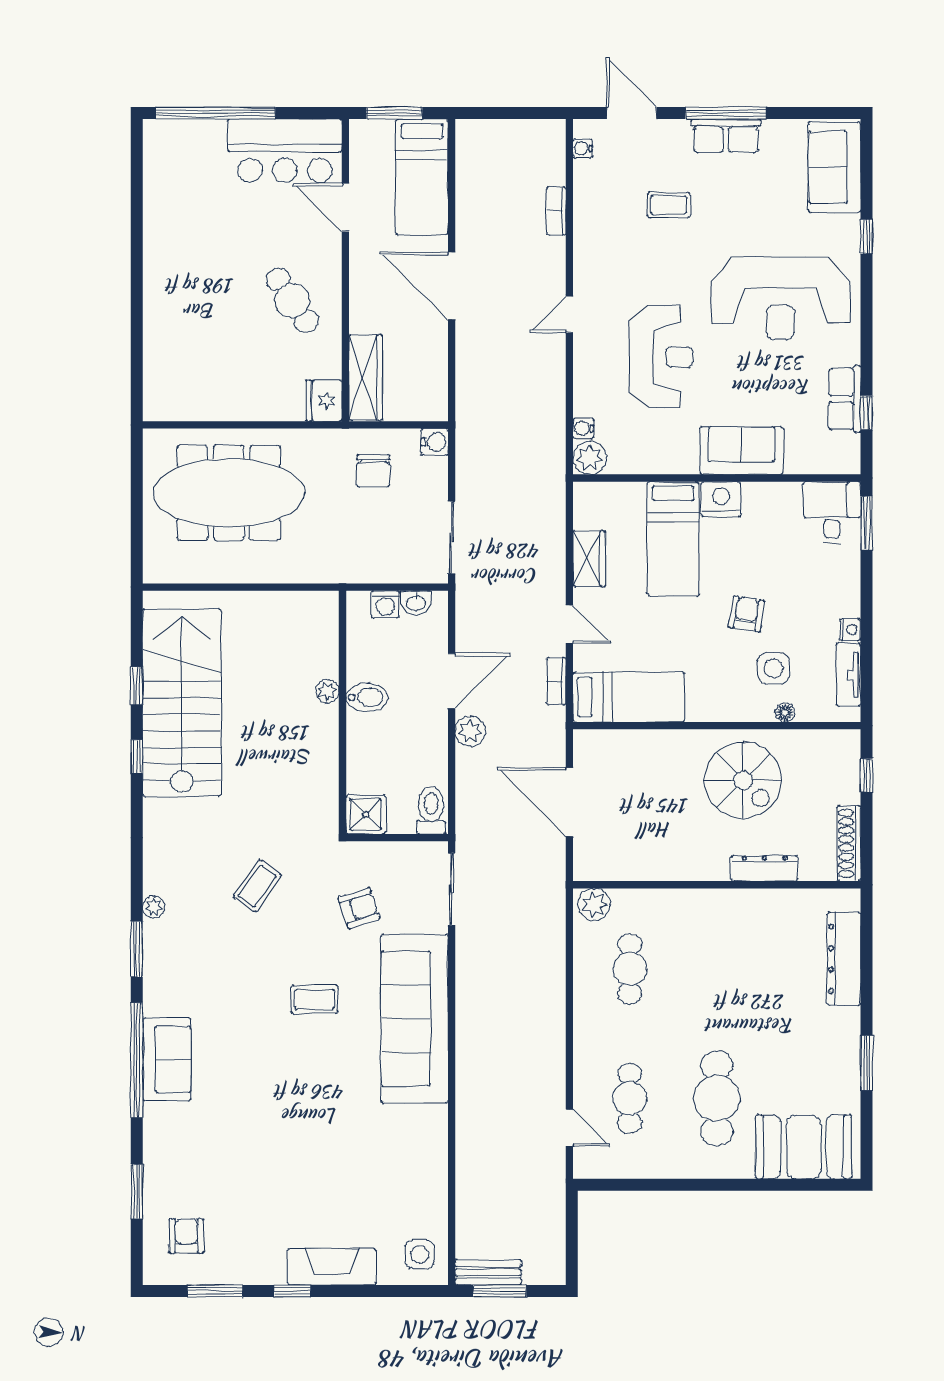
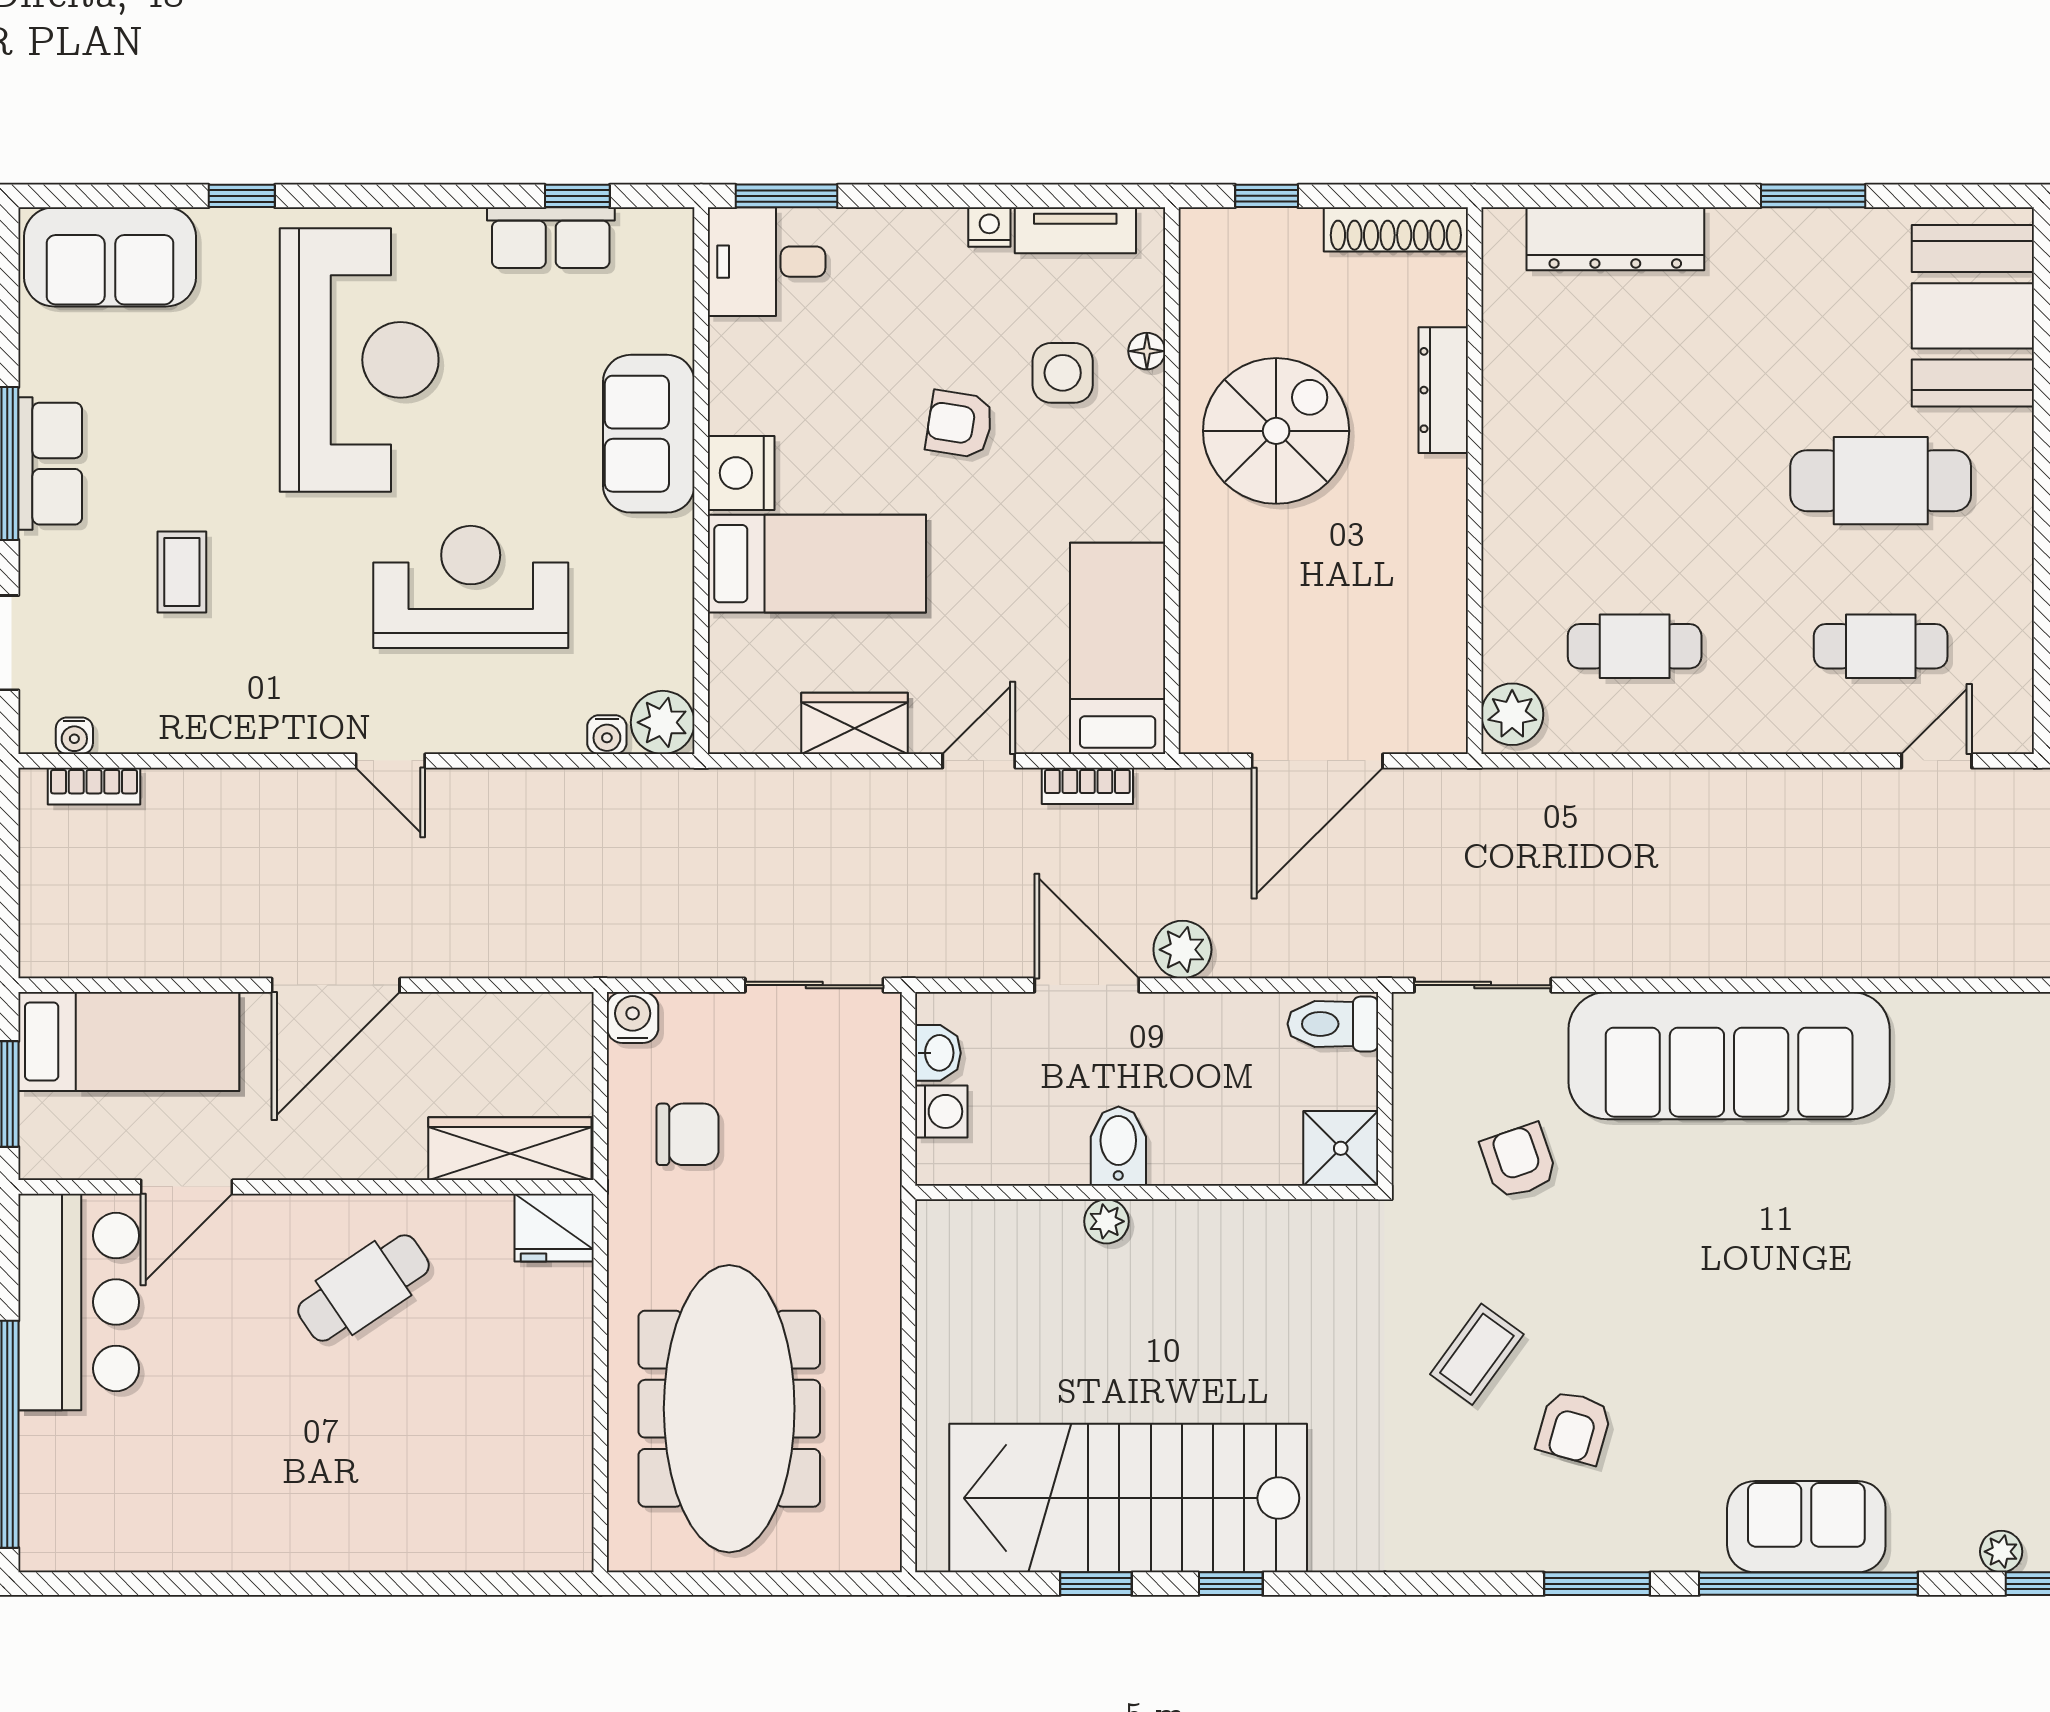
bookcase: (556, 211) -> (94, 786), moved
coffee table: (257, 886) -> (1477, 1354), turned 90
plant: (154, 907) -> (2001, 1552), moved
armchair: (219, 937) -> (1574, 1427), added
coffee table: (315, 999) -> (1692, 1246), removed

